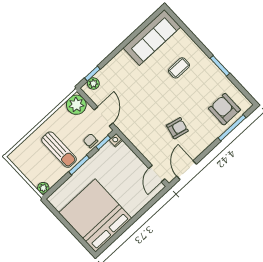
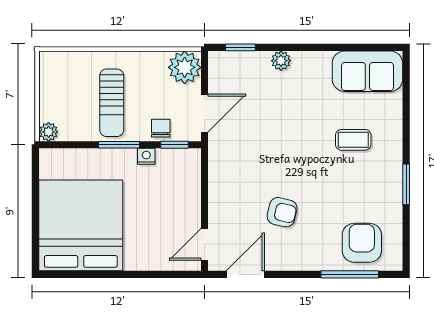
sofa: (152, 37) -> (367, 71), width x0.73
plant: (93, 83) -> (281, 61), moved
nightstand: (116, 140) -> (146, 156), moved

